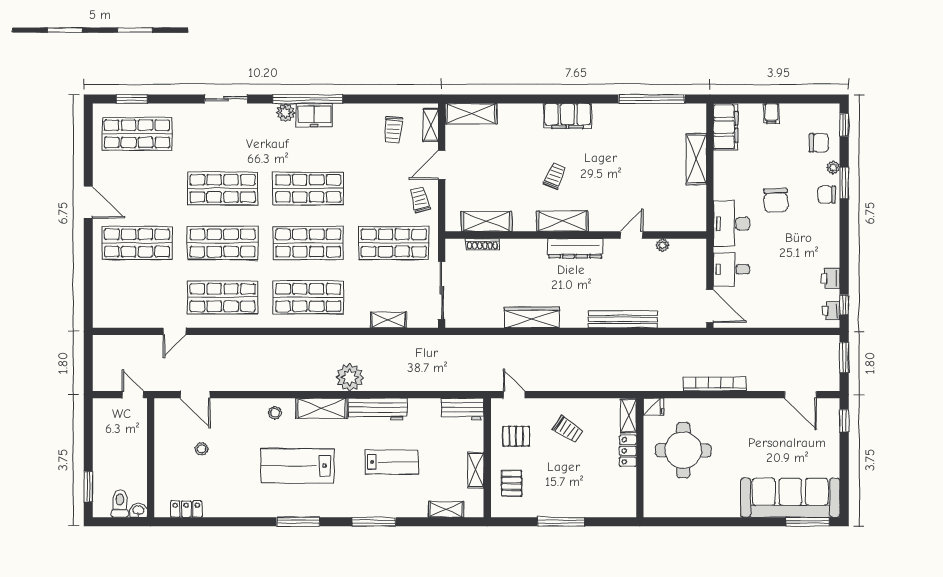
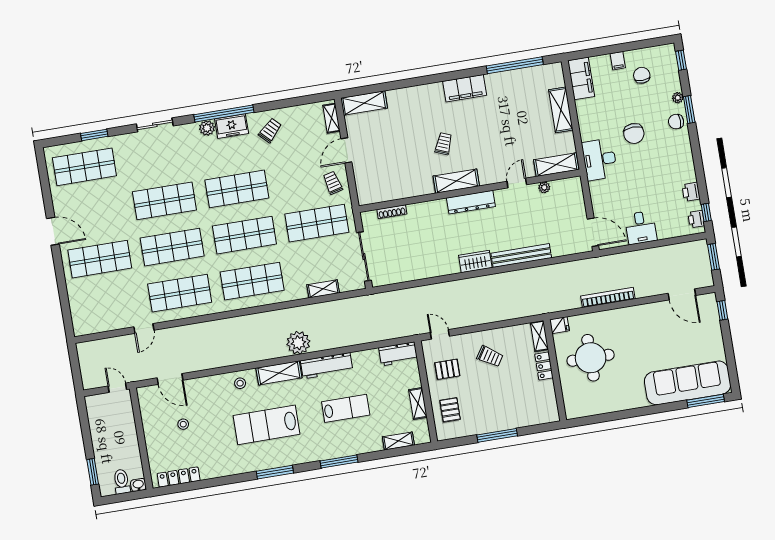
window: (132, 99) -> (94, 135), moved
filing cabinet: (568, 116) -> (465, 88), moved
trolley: (393, 129) -> (270, 130), moved, turned -139
chair: (819, 143) -> (642, 75), moved, turned -90
shelving: (486, 221) -> (556, 165), moved
desk: (732, 269) -> (641, 228), moved, turned -90
wardrobe: (532, 317) -> (475, 262), moved, width x0.67
locker: (186, 509) -> (179, 477), width x1.53

